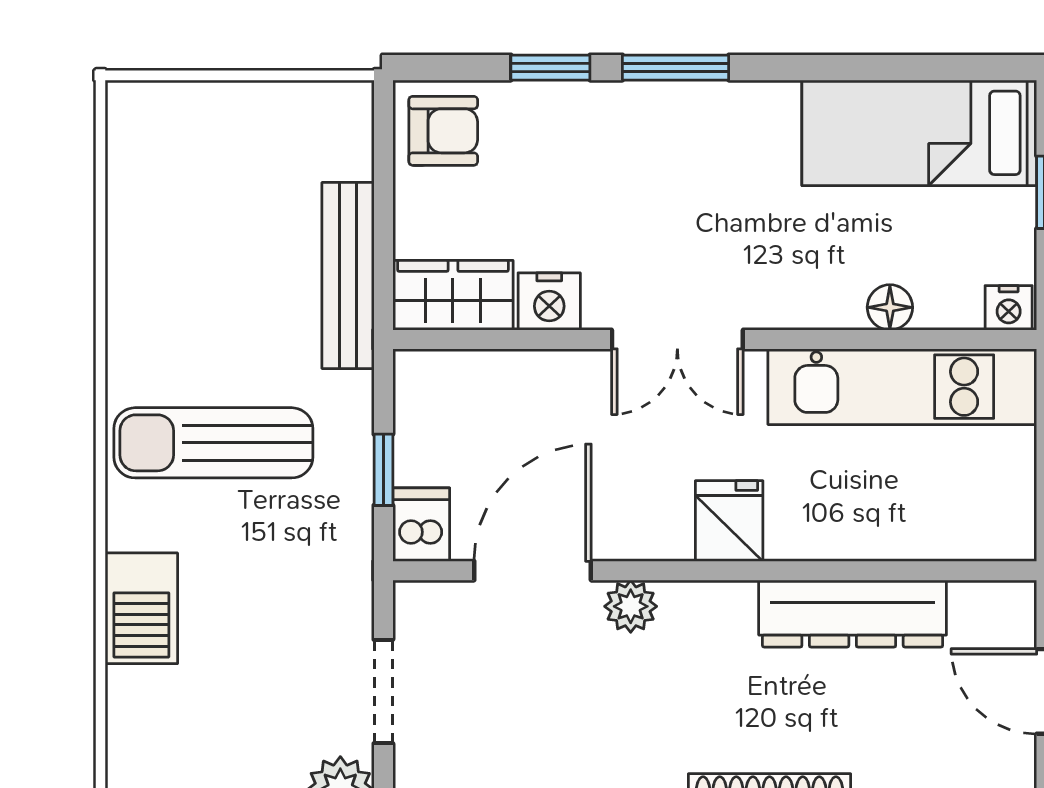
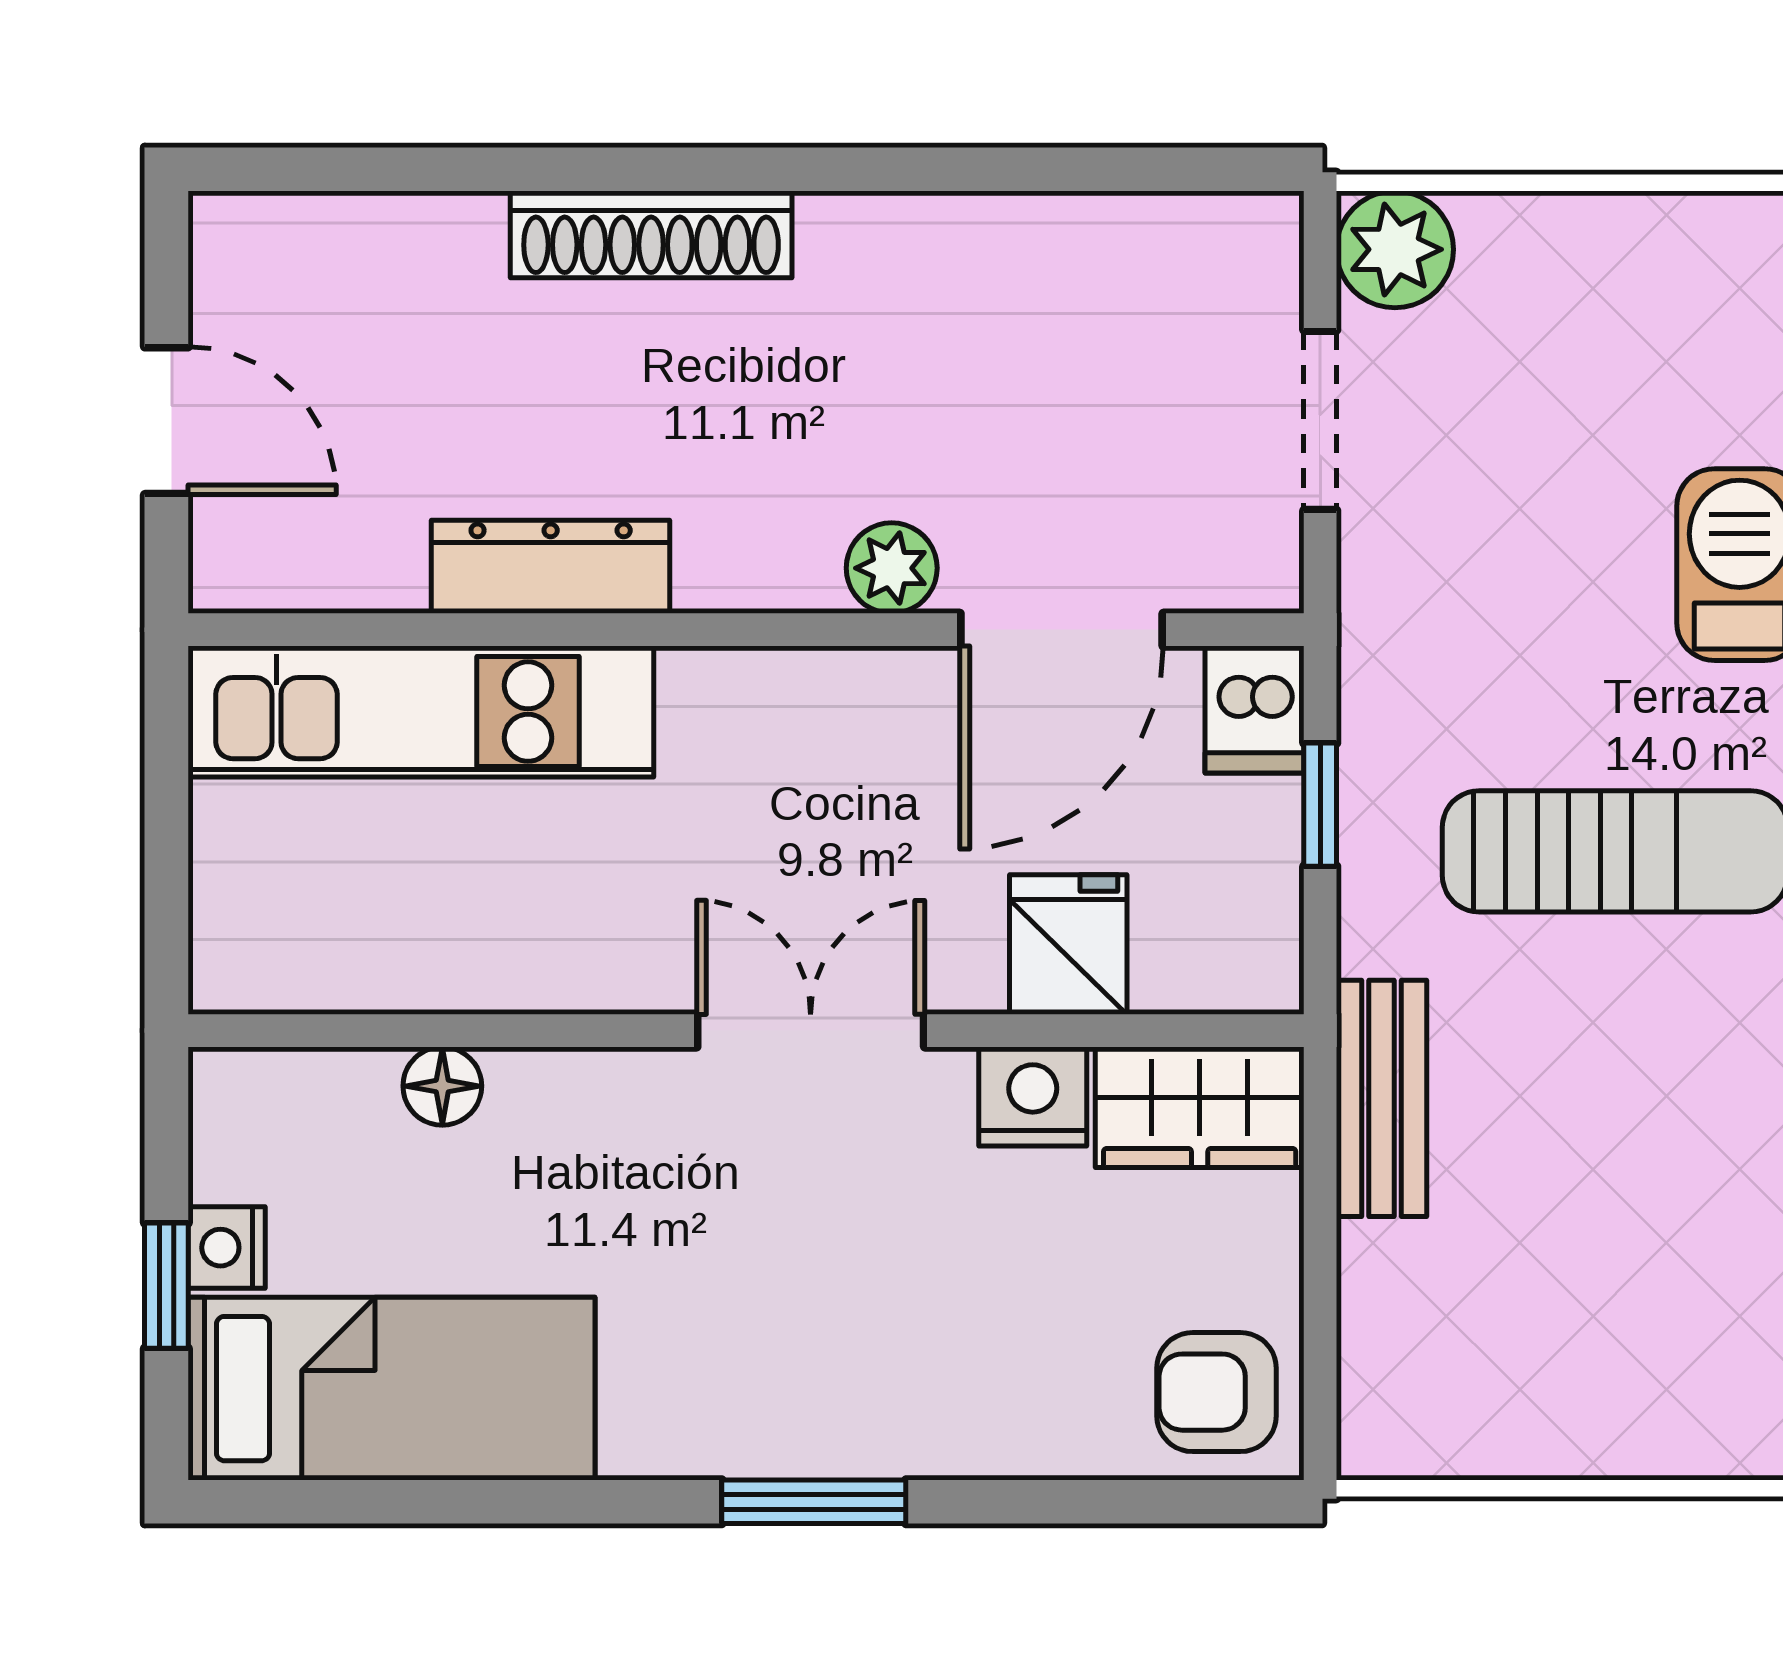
window: (550, 68) -> (1031, 1502), removed
bench: (348, 276) -> (1382, 1098), width x0.73
nightstand: (1009, 308) -> (227, 1248), moved, turned -90
kitchen unit: (902, 387) -> (421, 712), moved, turned 180
fridge: (729, 521) -> (1068, 944), moved, turned 180
dresser: (853, 614) -> (551, 567), width x0.73, depth x0.80

